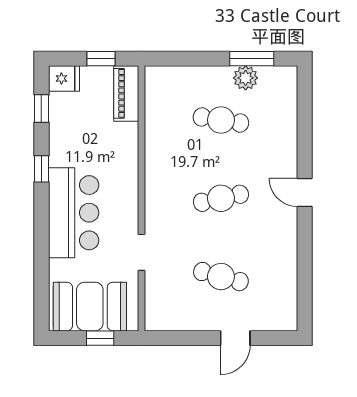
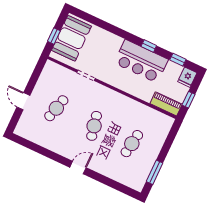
plant: (246, 78) -> (147, 165), removed
bar counter: (74, 213) -> (141, 61), moved

